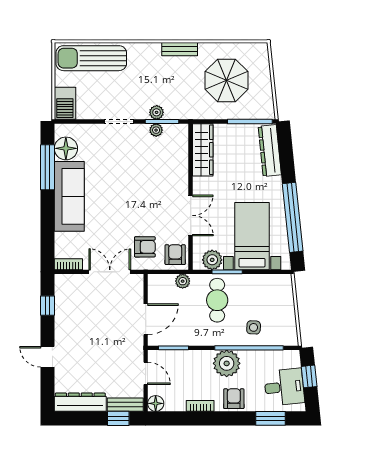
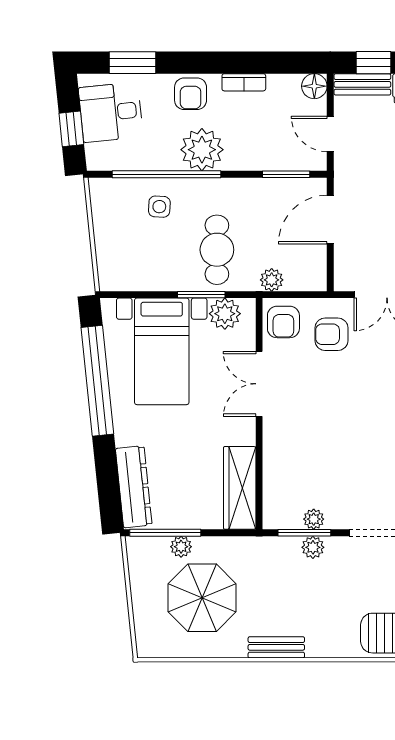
plant: (240, 113) -> (181, 547), added

